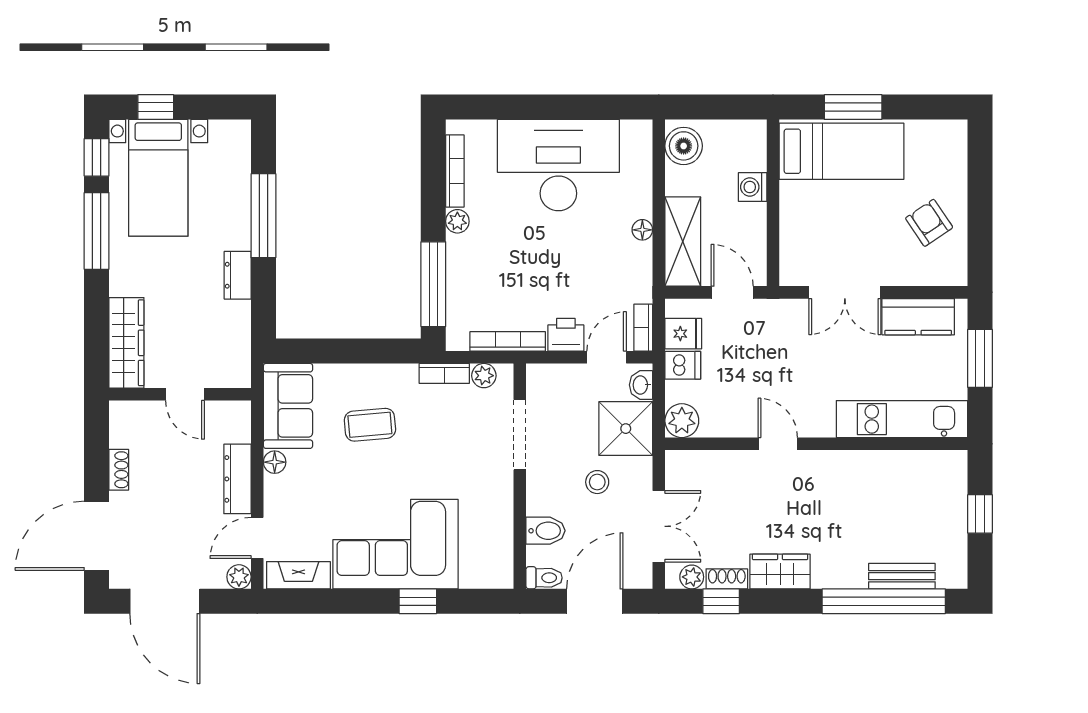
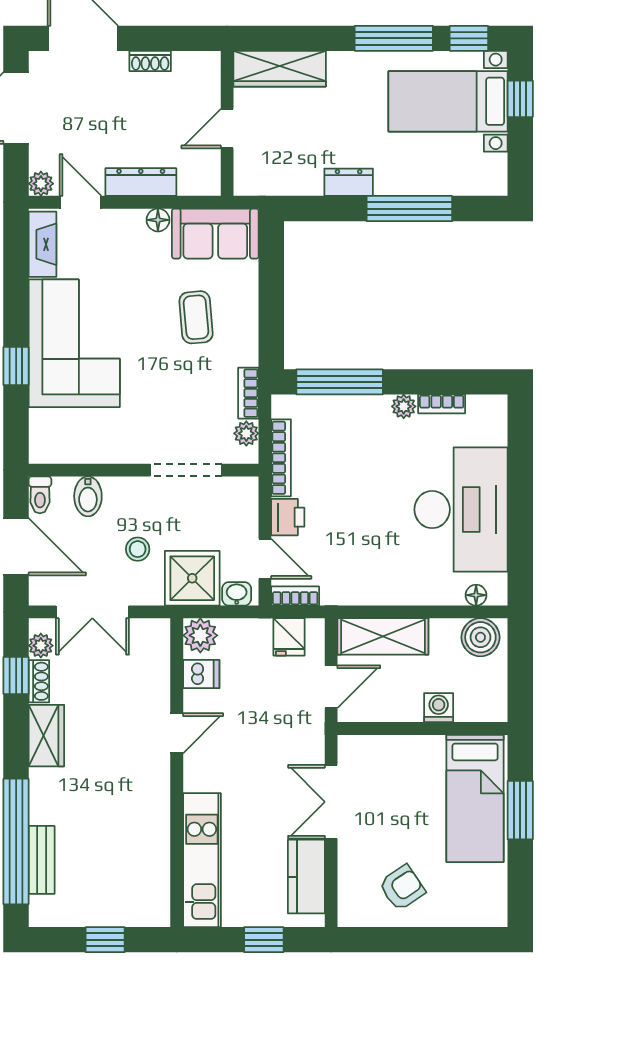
bookcase: (455, 171) -> (442, 404), width x0.64
floor lamp: (642, 230) -> (476, 595), moved
window: (980, 358) -> (264, 940), width x0.67
dishwasher: (683, 365) -> (201, 674), moved, turned -90

